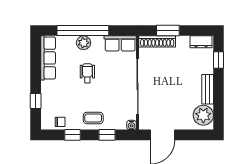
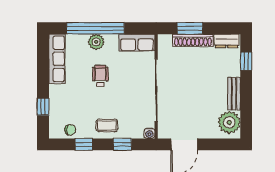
shoe rack: (157, 41) -> (193, 40), moved

